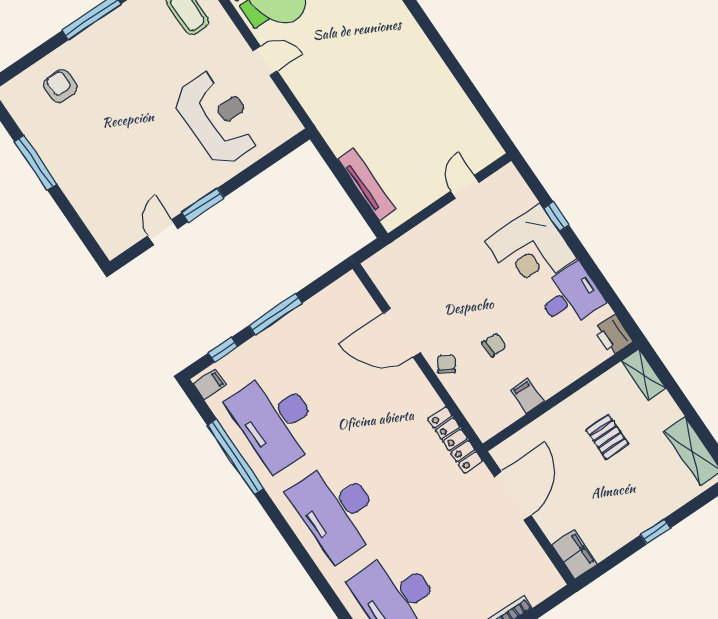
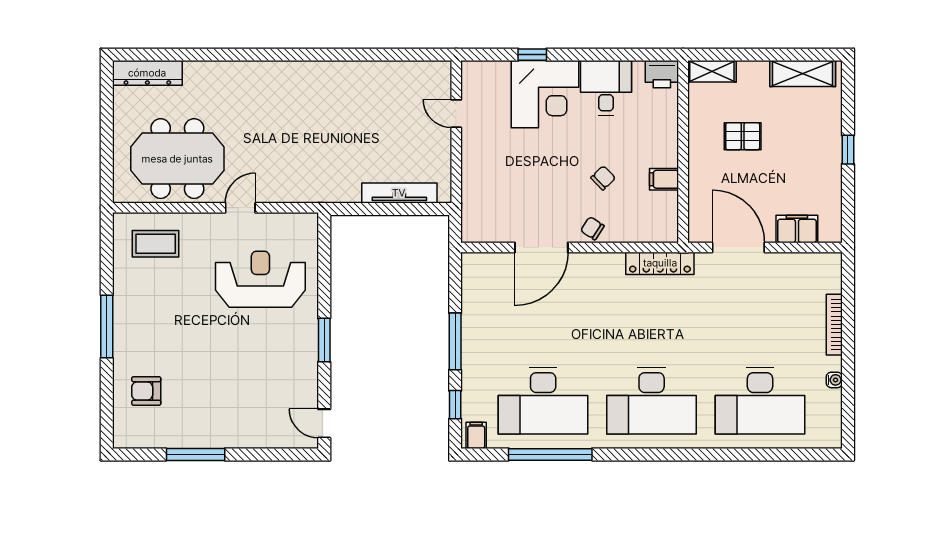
door: (163, 232) -> (324, 423), moved
chair: (494, 345) -> (603, 178), turned 46
filing cabinet: (575, 554) -> (797, 229), moved

